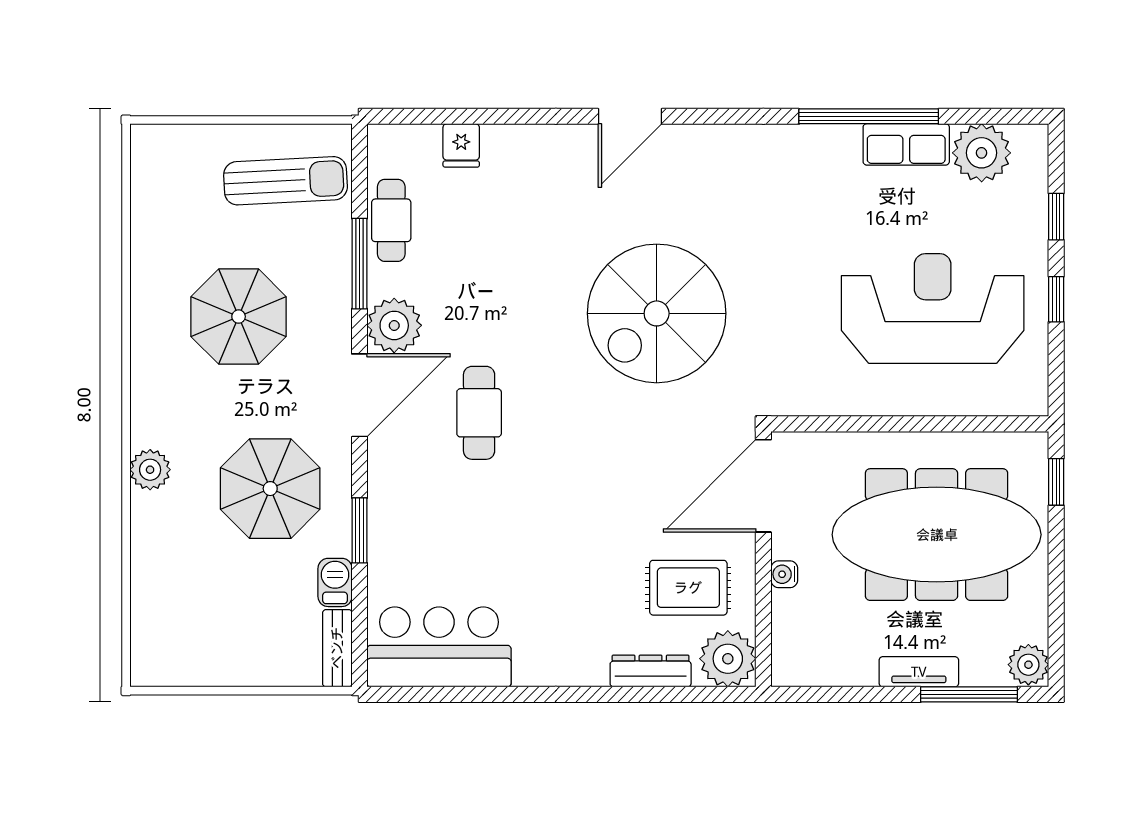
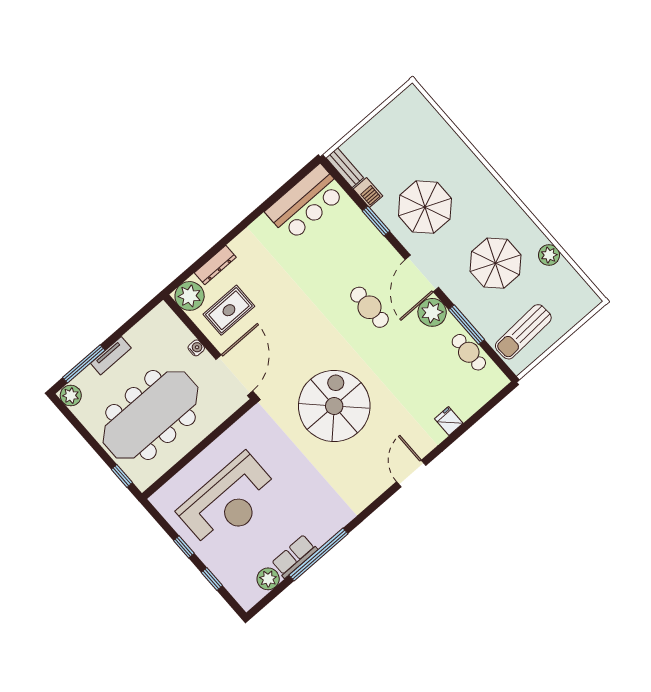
fridge: (461, 145) -> (449, 421), moved
plant: (982, 153) -> (268, 579), width x0.73, depth x0.73
plant: (150, 470) -> (549, 255), moved

